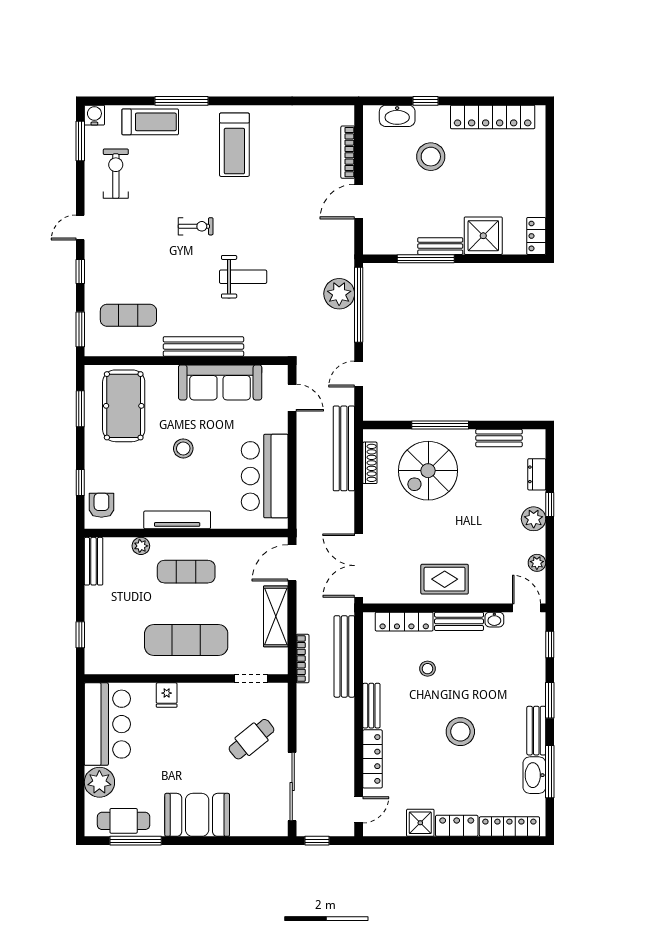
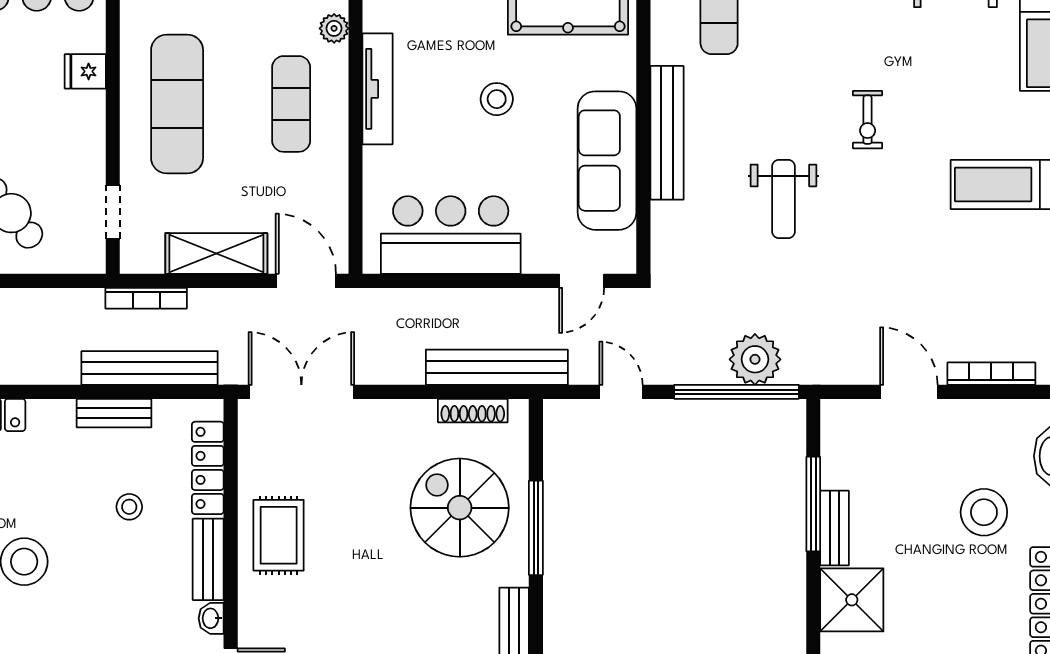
bench: (371, 706) -> (114, 413), moved

